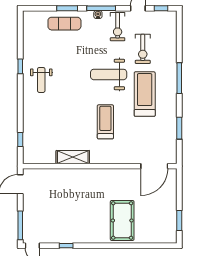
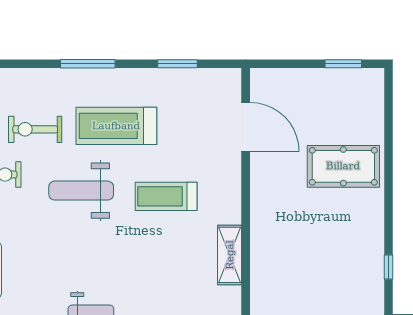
exercise bike: (143, 49) -> (35, 129), turned 180
weight bench: (109, 74) -> (81, 191), turned 90
door: (154, 166) -> (246, 127), moved

